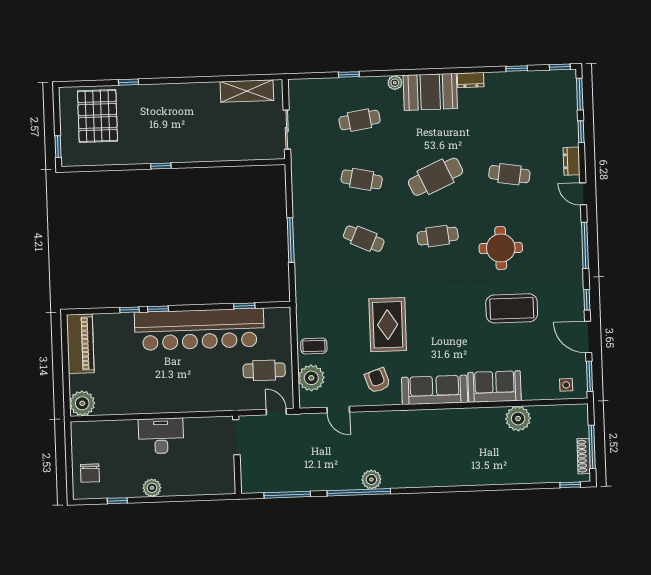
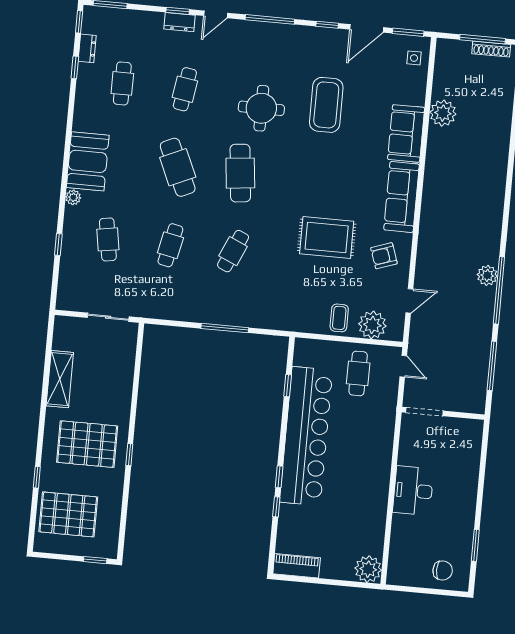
dresser: (471, 80) -> (87, 48), moved
shelving: (247, 91) -> (60, 379), moved
cafe table: (507, 115) -> (122, 83), added
pallet: (166, 125) -> (87, 444), added
window: (581, 132) -> (178, 11), moved
cafe table: (438, 236) -> (240, 173), width x1.37, depth x1.35
piano: (80, 344) -> (297, 566), width x0.73, depth x0.75
door: (276, 412) -> (403, 366), swing flipped
plant: (152, 488) -> (466, 507), removed
window: (117, 501) -> (475, 545), width x1.50

